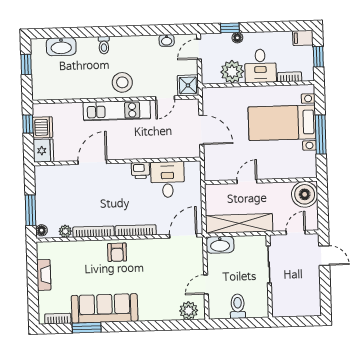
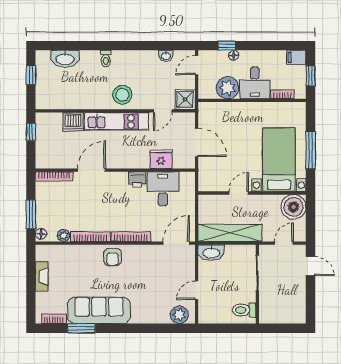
bed with nightstands: (282, 123) -> (279, 159), moved, turned 90
dishwasher: (43, 127) -> (73, 122), moved, turned 90
fridge: (43, 151) -> (161, 159), moved, turned -90
bookcase: (54, 170) -> (54, 176), added
toilet: (238, 306) -> (244, 310), moved, turned -90

